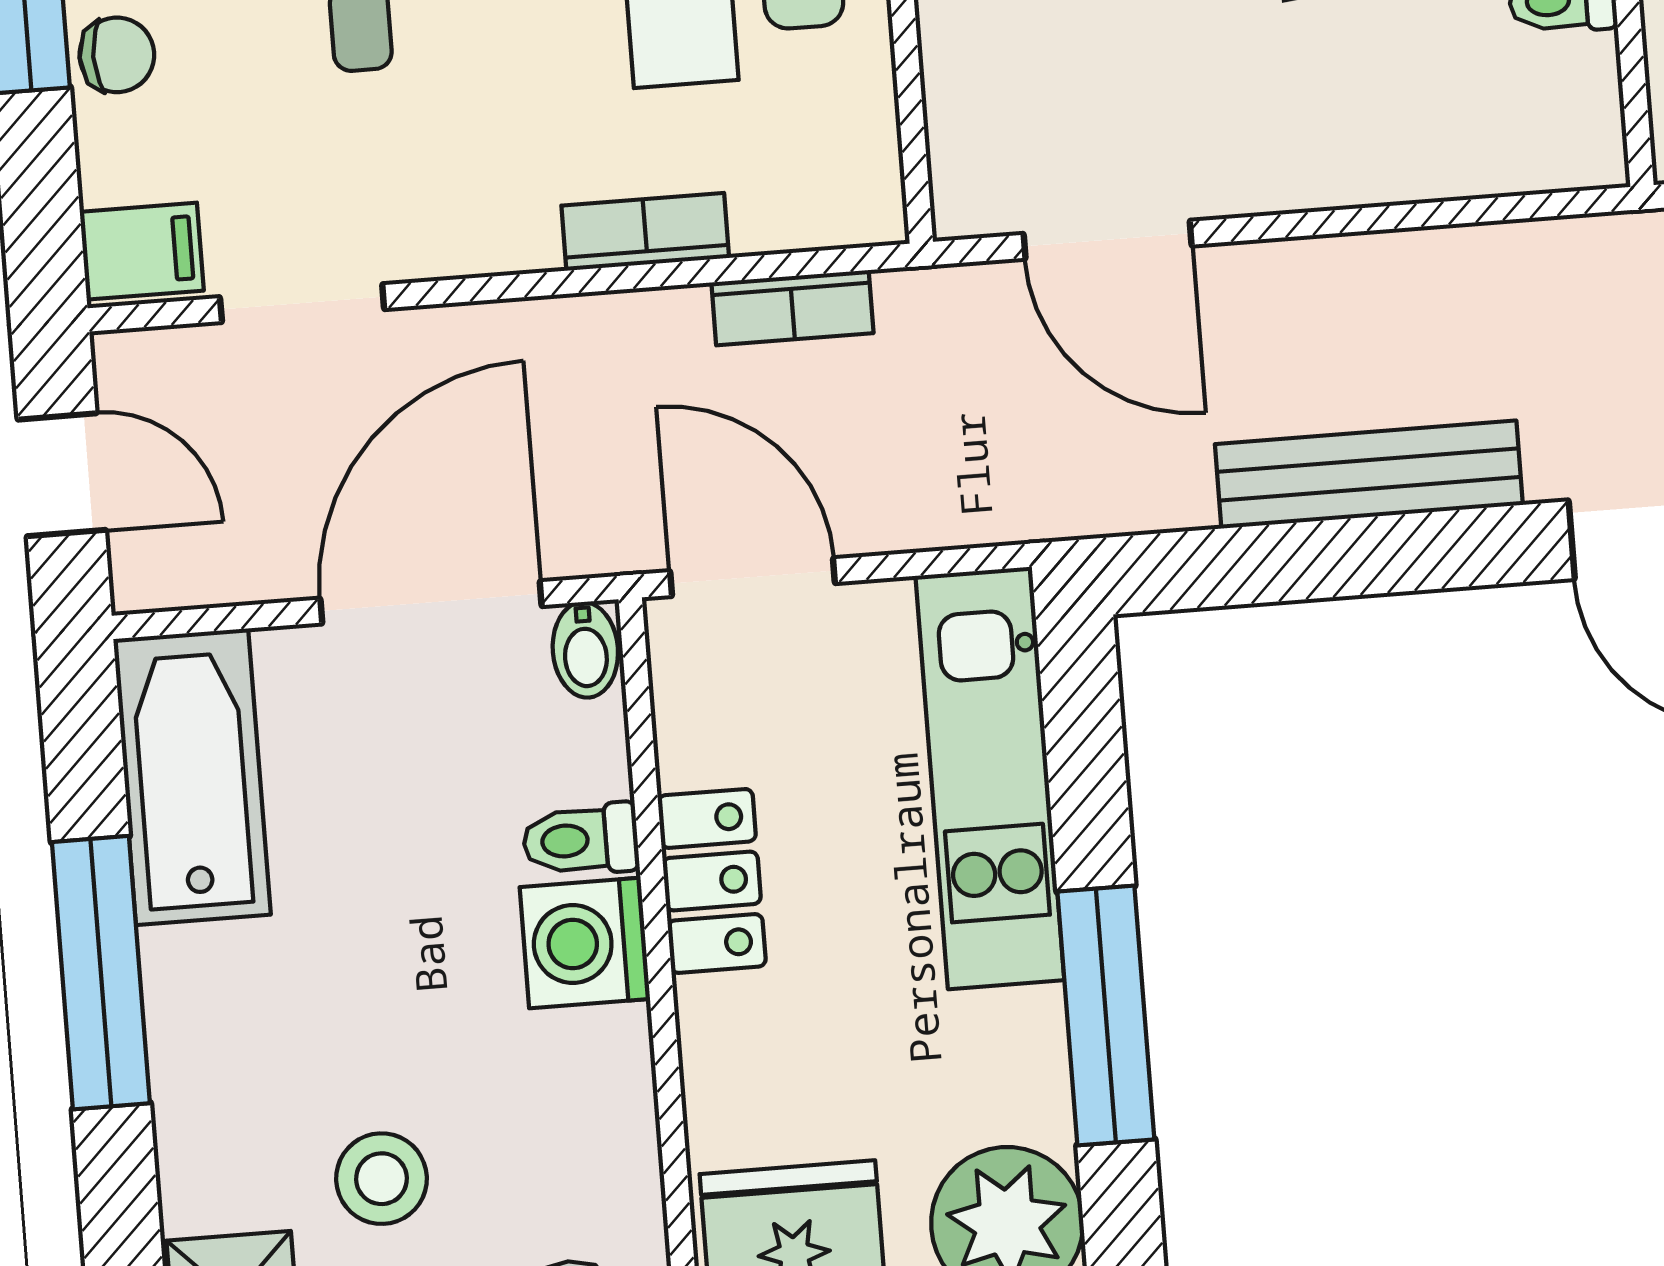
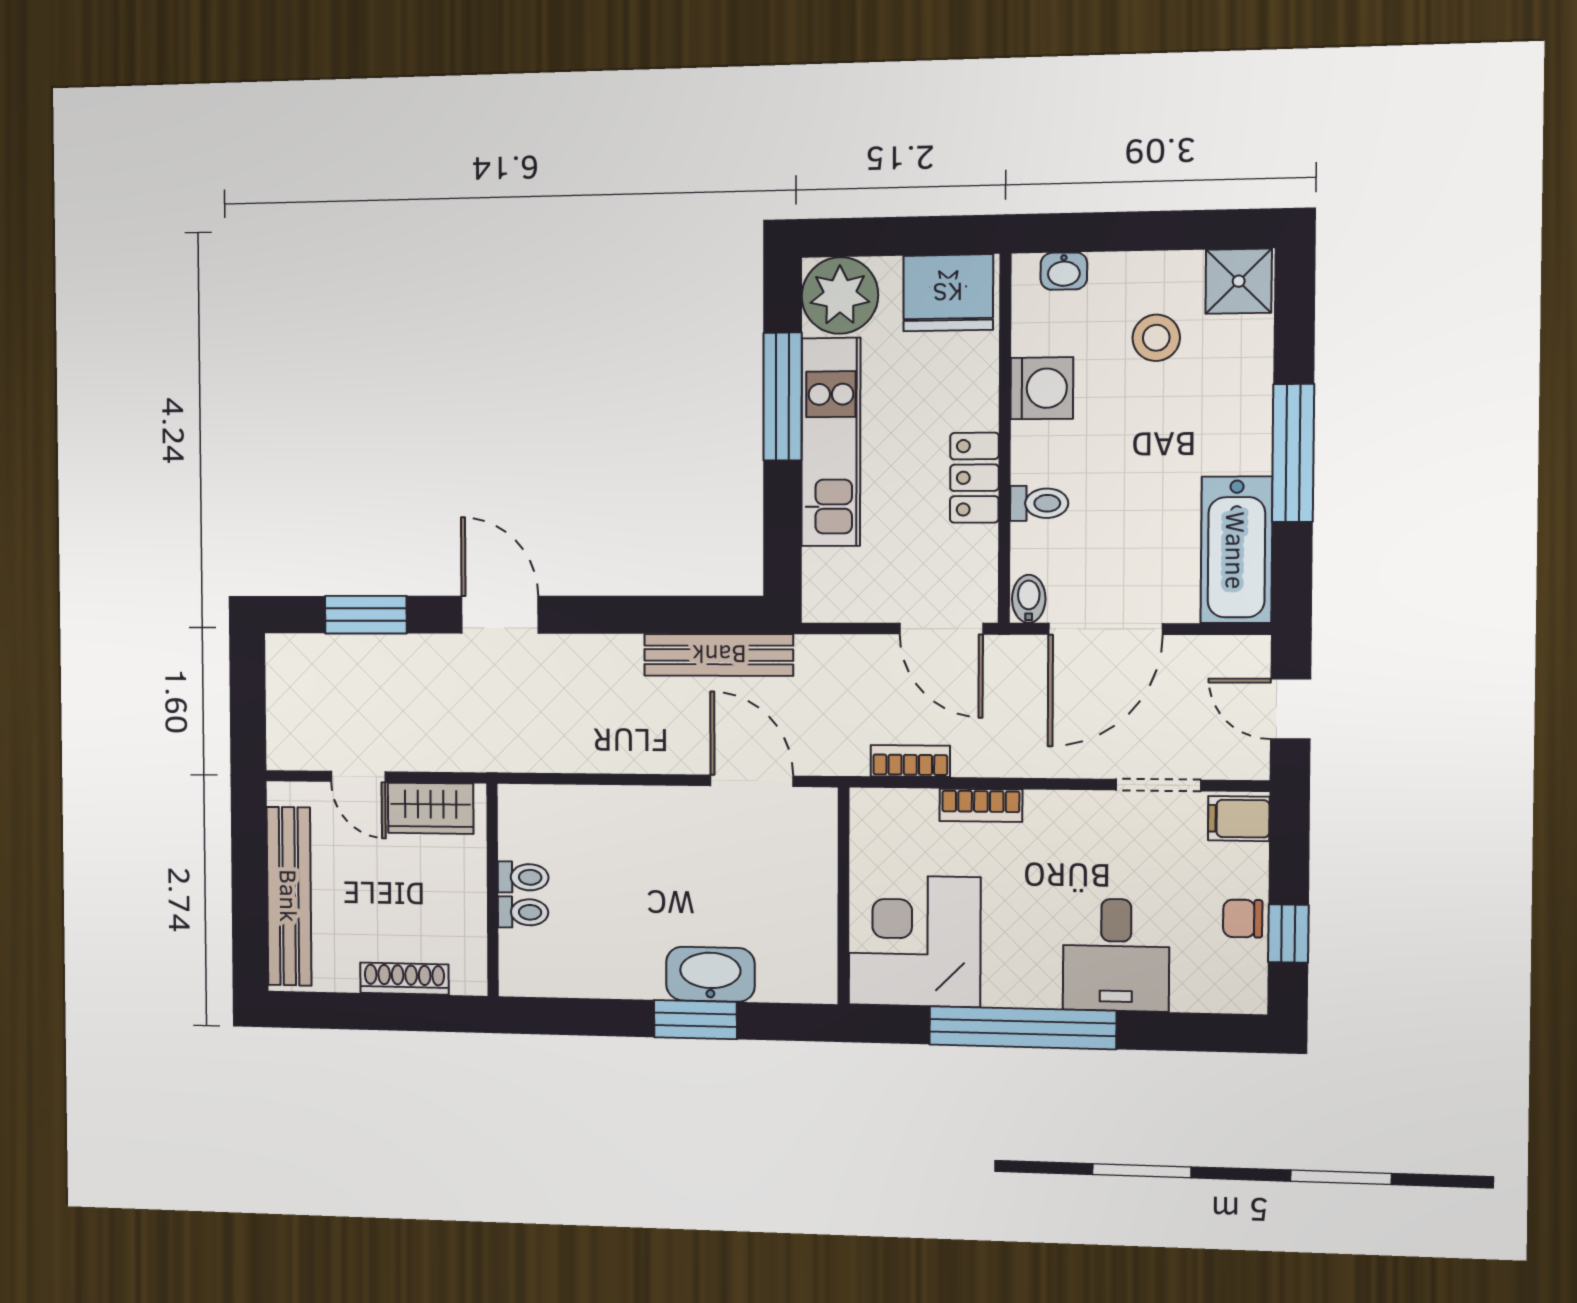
bench: (1369, 474) -> (719, 655), moved
kitchen unit: (990, 778) -> (831, 442), moved
washing machine: (585, 943) -> (1042, 388), moved

